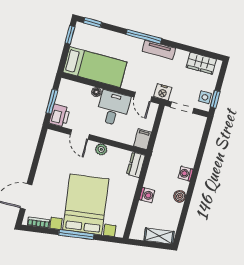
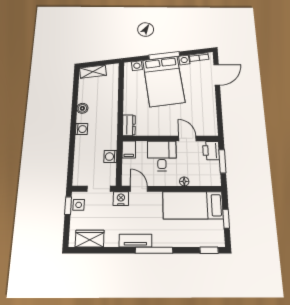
window: (70, 35) -> (226, 219), moved
desk: (113, 108) -> (162, 156), moved, turned 180
plant: (101, 149) -> (164, 130), removed
washing machine: (147, 195) -> (110, 157), moved

